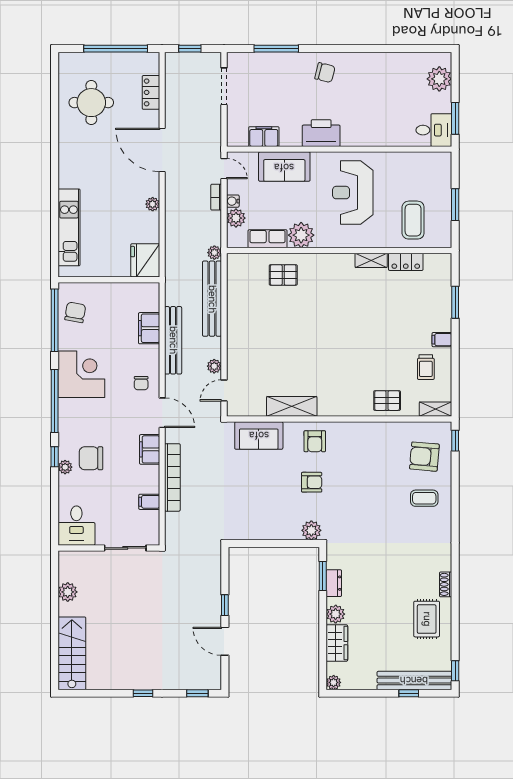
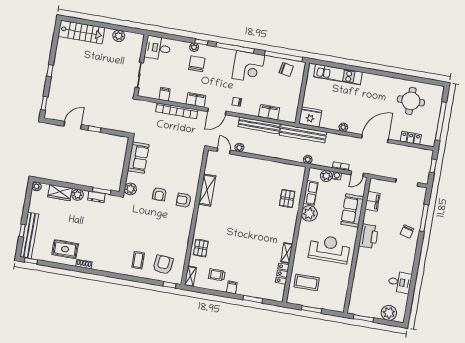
chair: (325, 73) -> (407, 232), moved
desk: (434, 130) -> (400, 282), moved, turned -90
bench: (212, 299) -> (303, 134), moved
sofa: (259, 435) -> (138, 158), moved, turned 180

